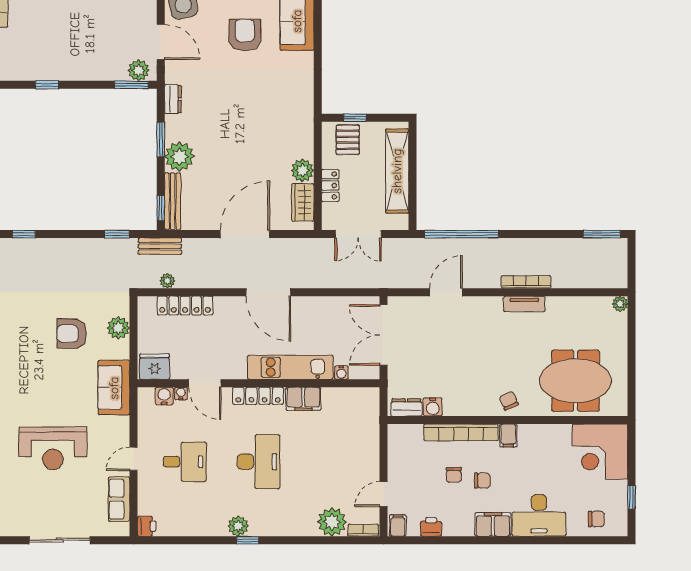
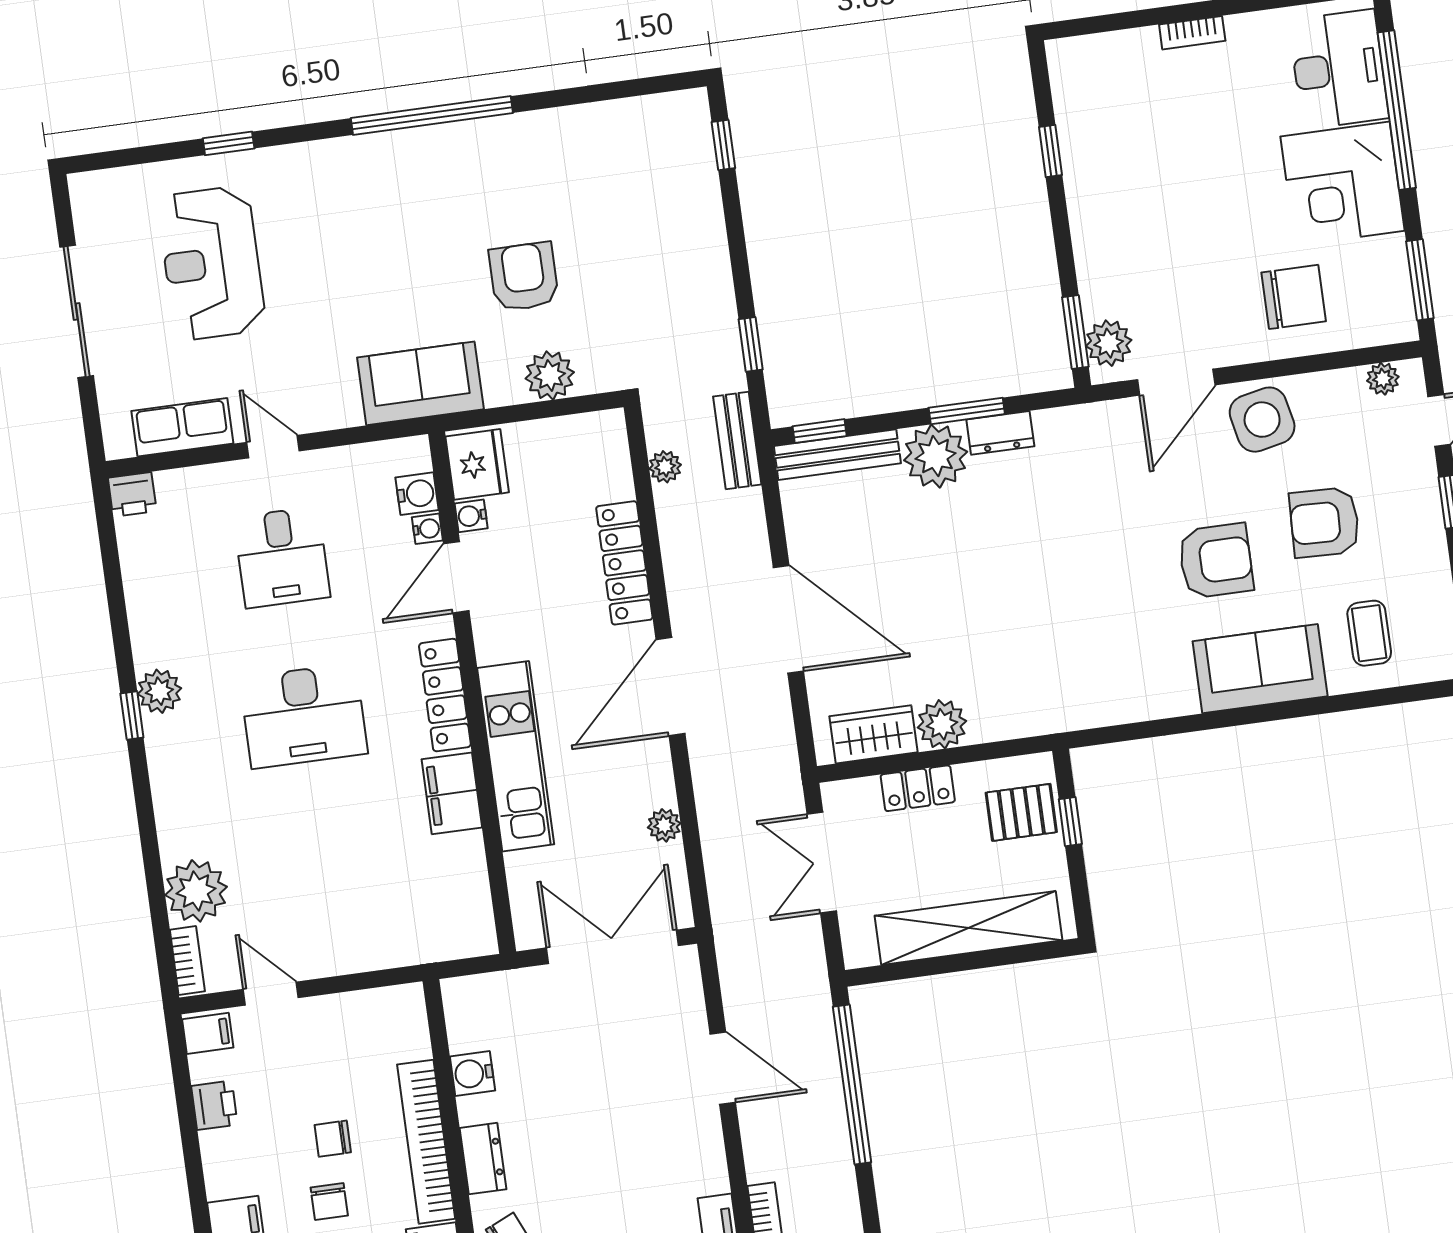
dresser: (173, 99) -> (1000, 433), moved
plant: (331, 304) -> (664, 825), added
locker: (185, 306) -> (624, 563), moved
water cooler: (341, 373) -> (471, 516), moved
dresser: (406, 407) -> (483, 1159), moved
reception desk: (53, 448) -> (212, 263), moved

